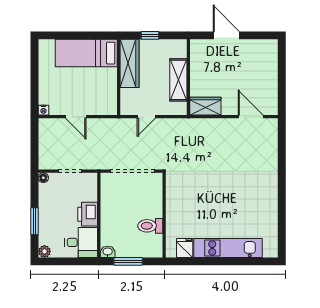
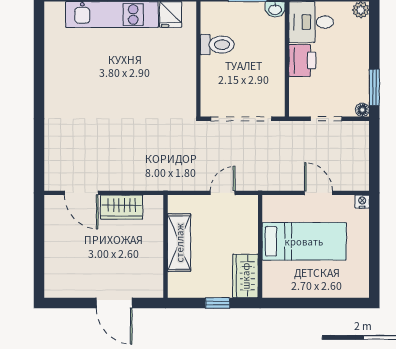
bed: (86, 53) -> (304, 241), moved
wardrobe: (130, 63) -> (245, 276), width x0.67
wardrobe: (205, 106) -> (122, 207), moved
window: (34, 221) -> (374, 87), moved

